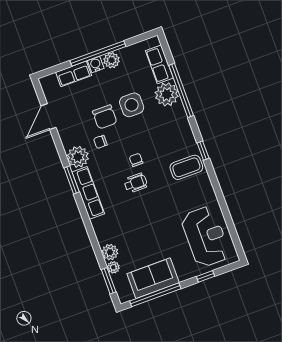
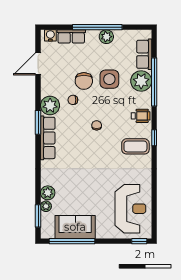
water cooler: (96, 64) -> (50, 35), moved
wheelchair: (136, 183) -> (141, 116), moved
window: (206, 276) -> (139, 241), moved

